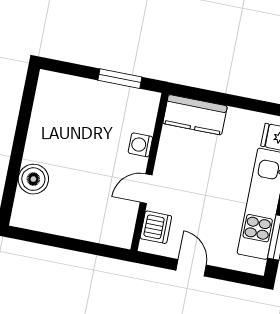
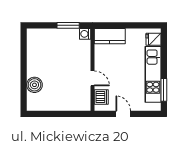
washing machine: (140, 145) -> (85, 34), moved
door: (146, 189) -> (93, 78), swing flipped

